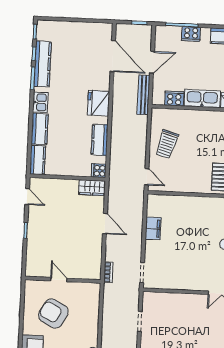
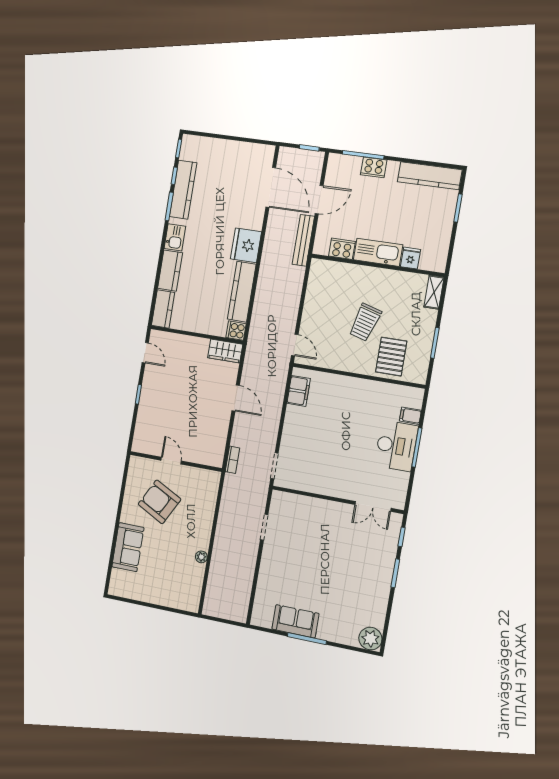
kitchen counter: (100, 140) -> (242, 292), width x1.50
trolley: (167, 144) -> (365, 322), moved
filing cabinet: (153, 228) -> (299, 391), moved

